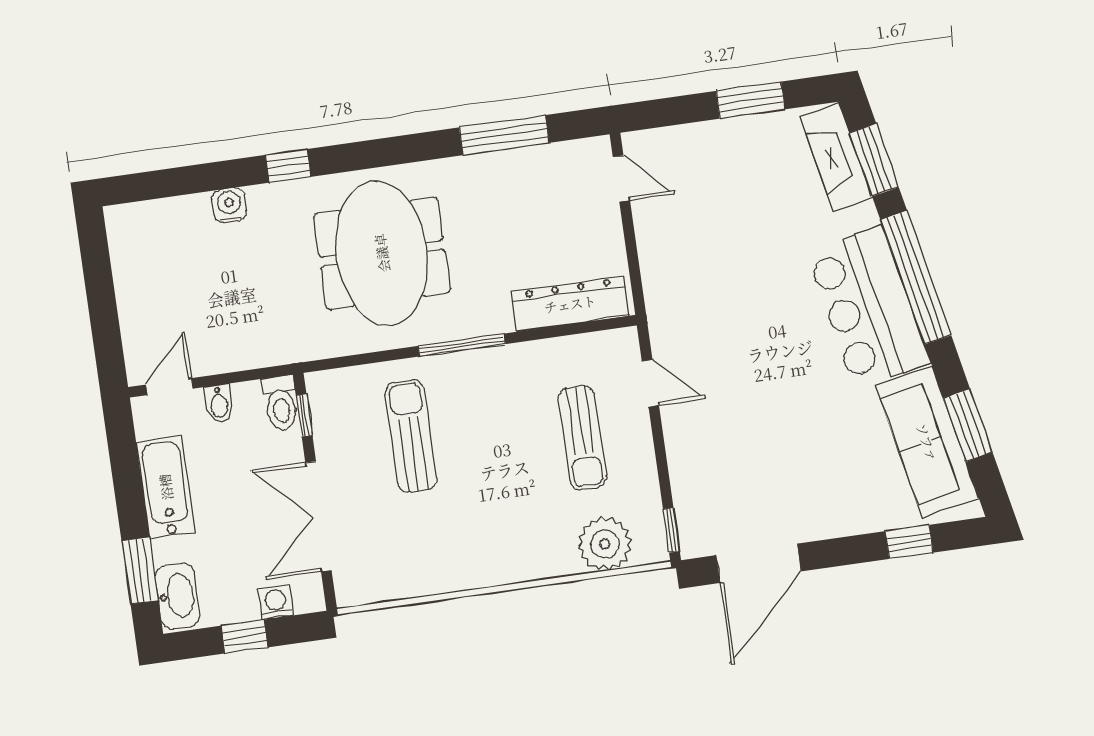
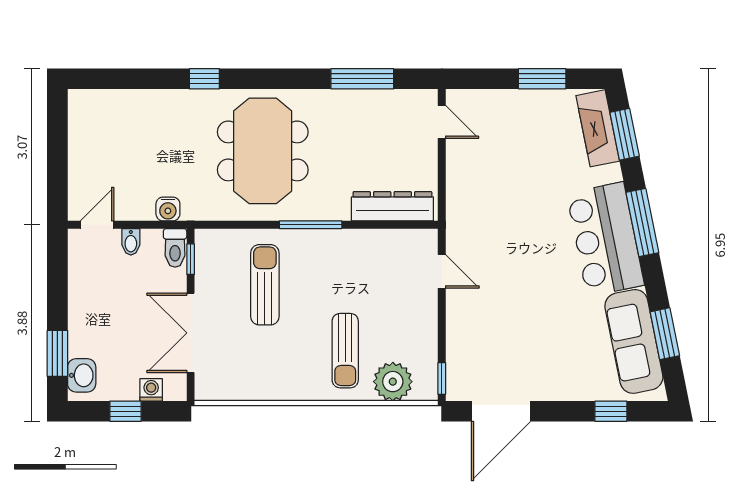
water cooler: (229, 205) -> (168, 209), moved, turned 180
window: (916, 277) -> (642, 223), width x0.68
sun lounger: (582, 438) -> (345, 351), moved
bathtub: (166, 487) -> (84, 296), removed
washbasin: (178, 596) -> (82, 375), width x0.72

